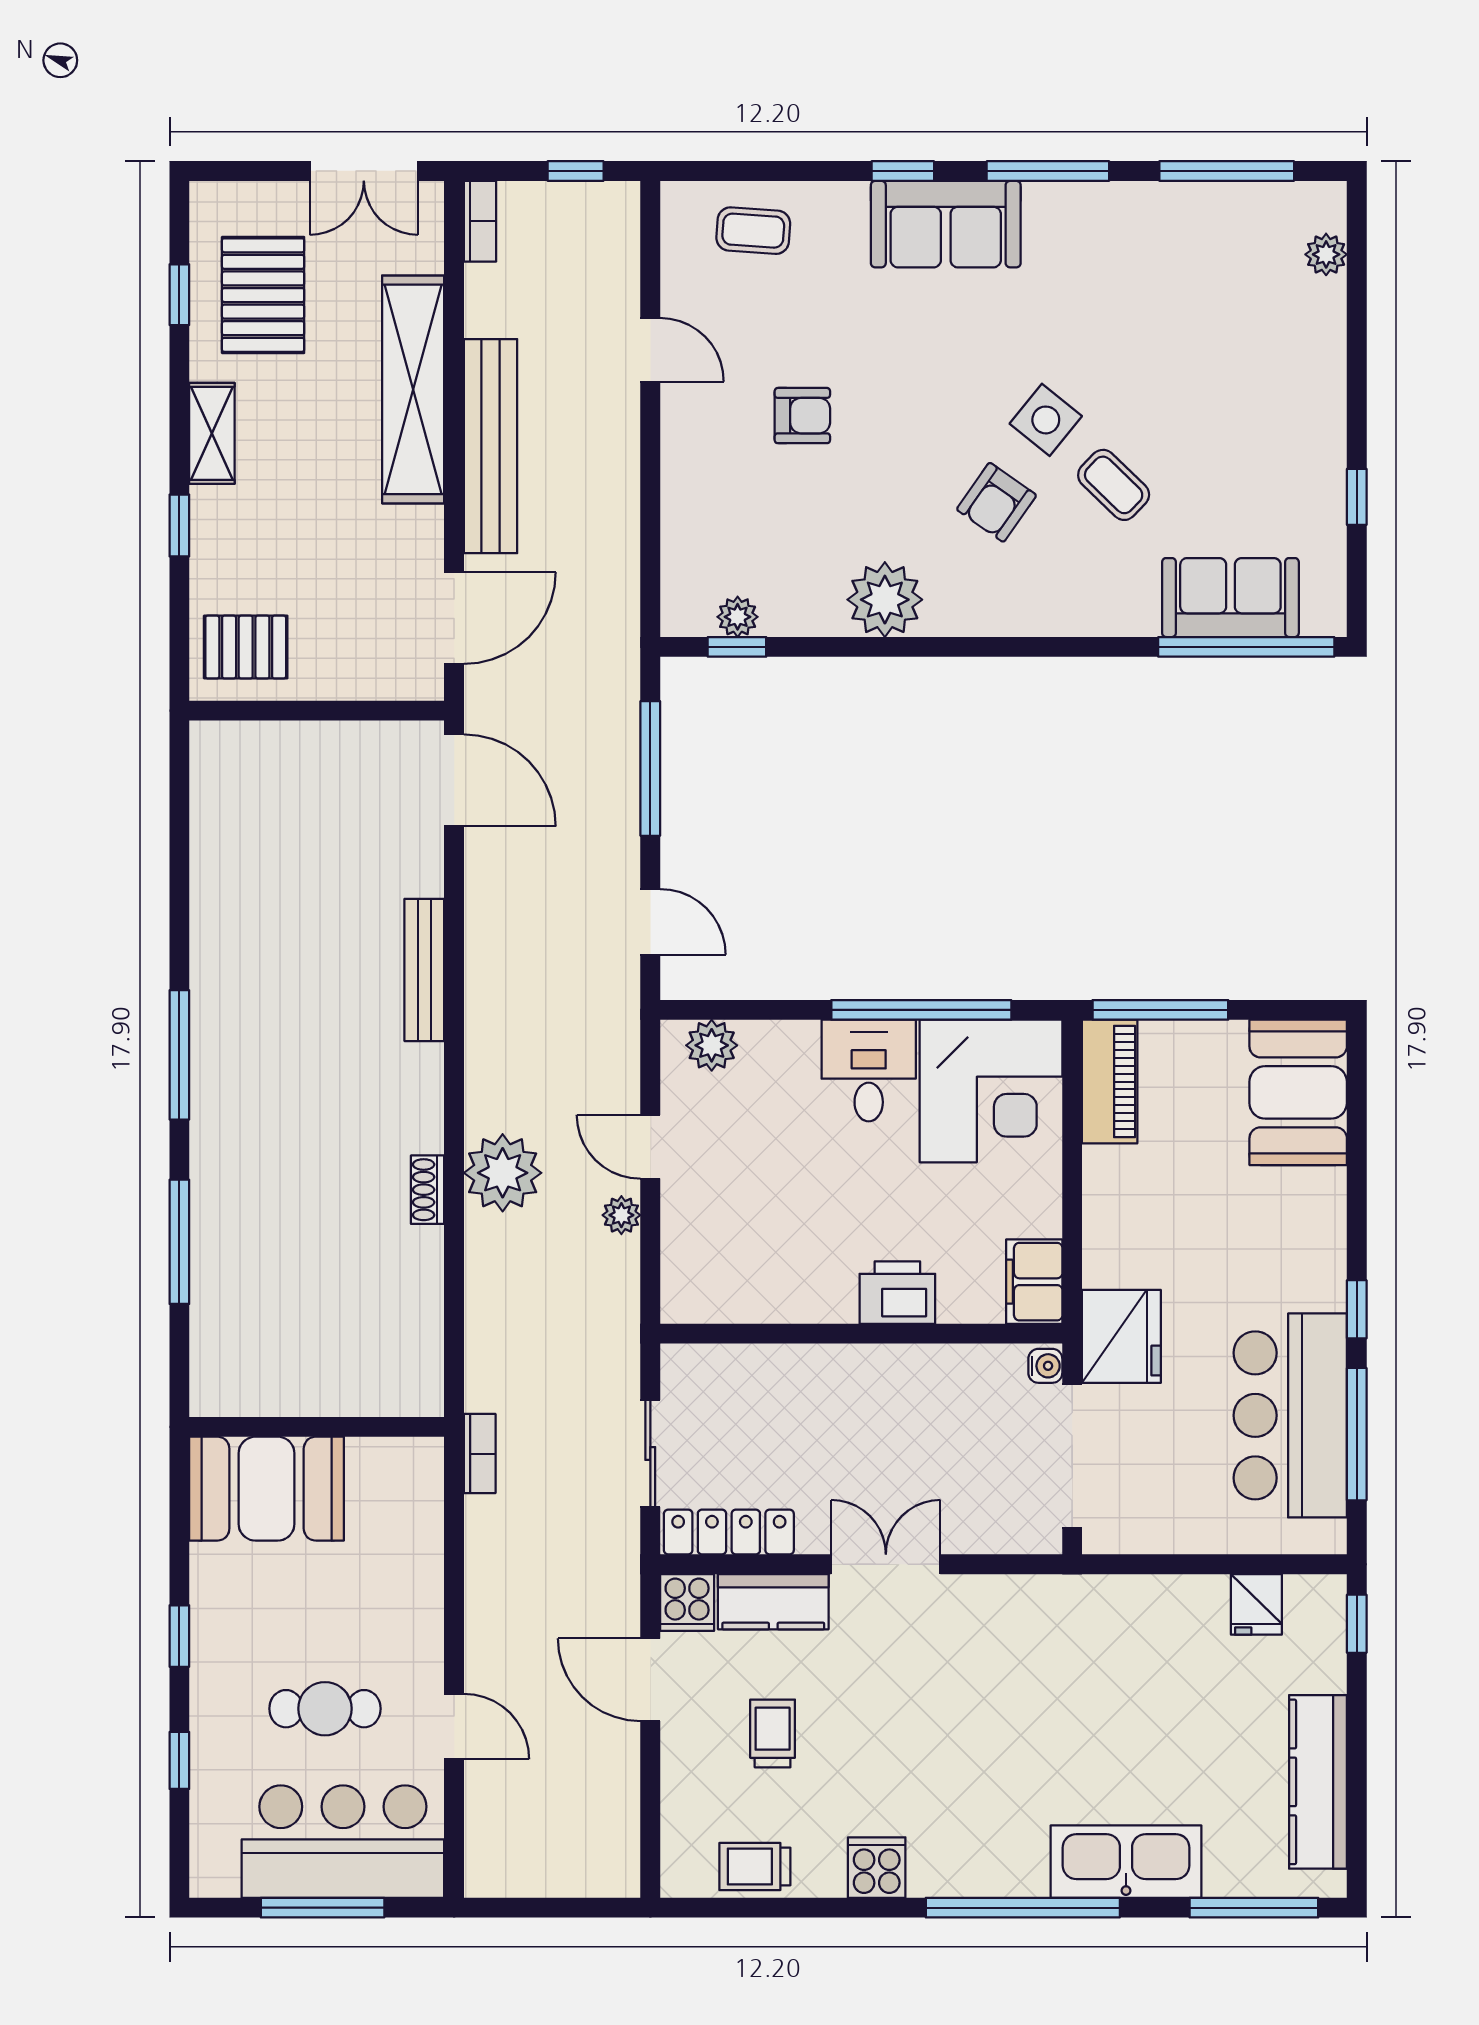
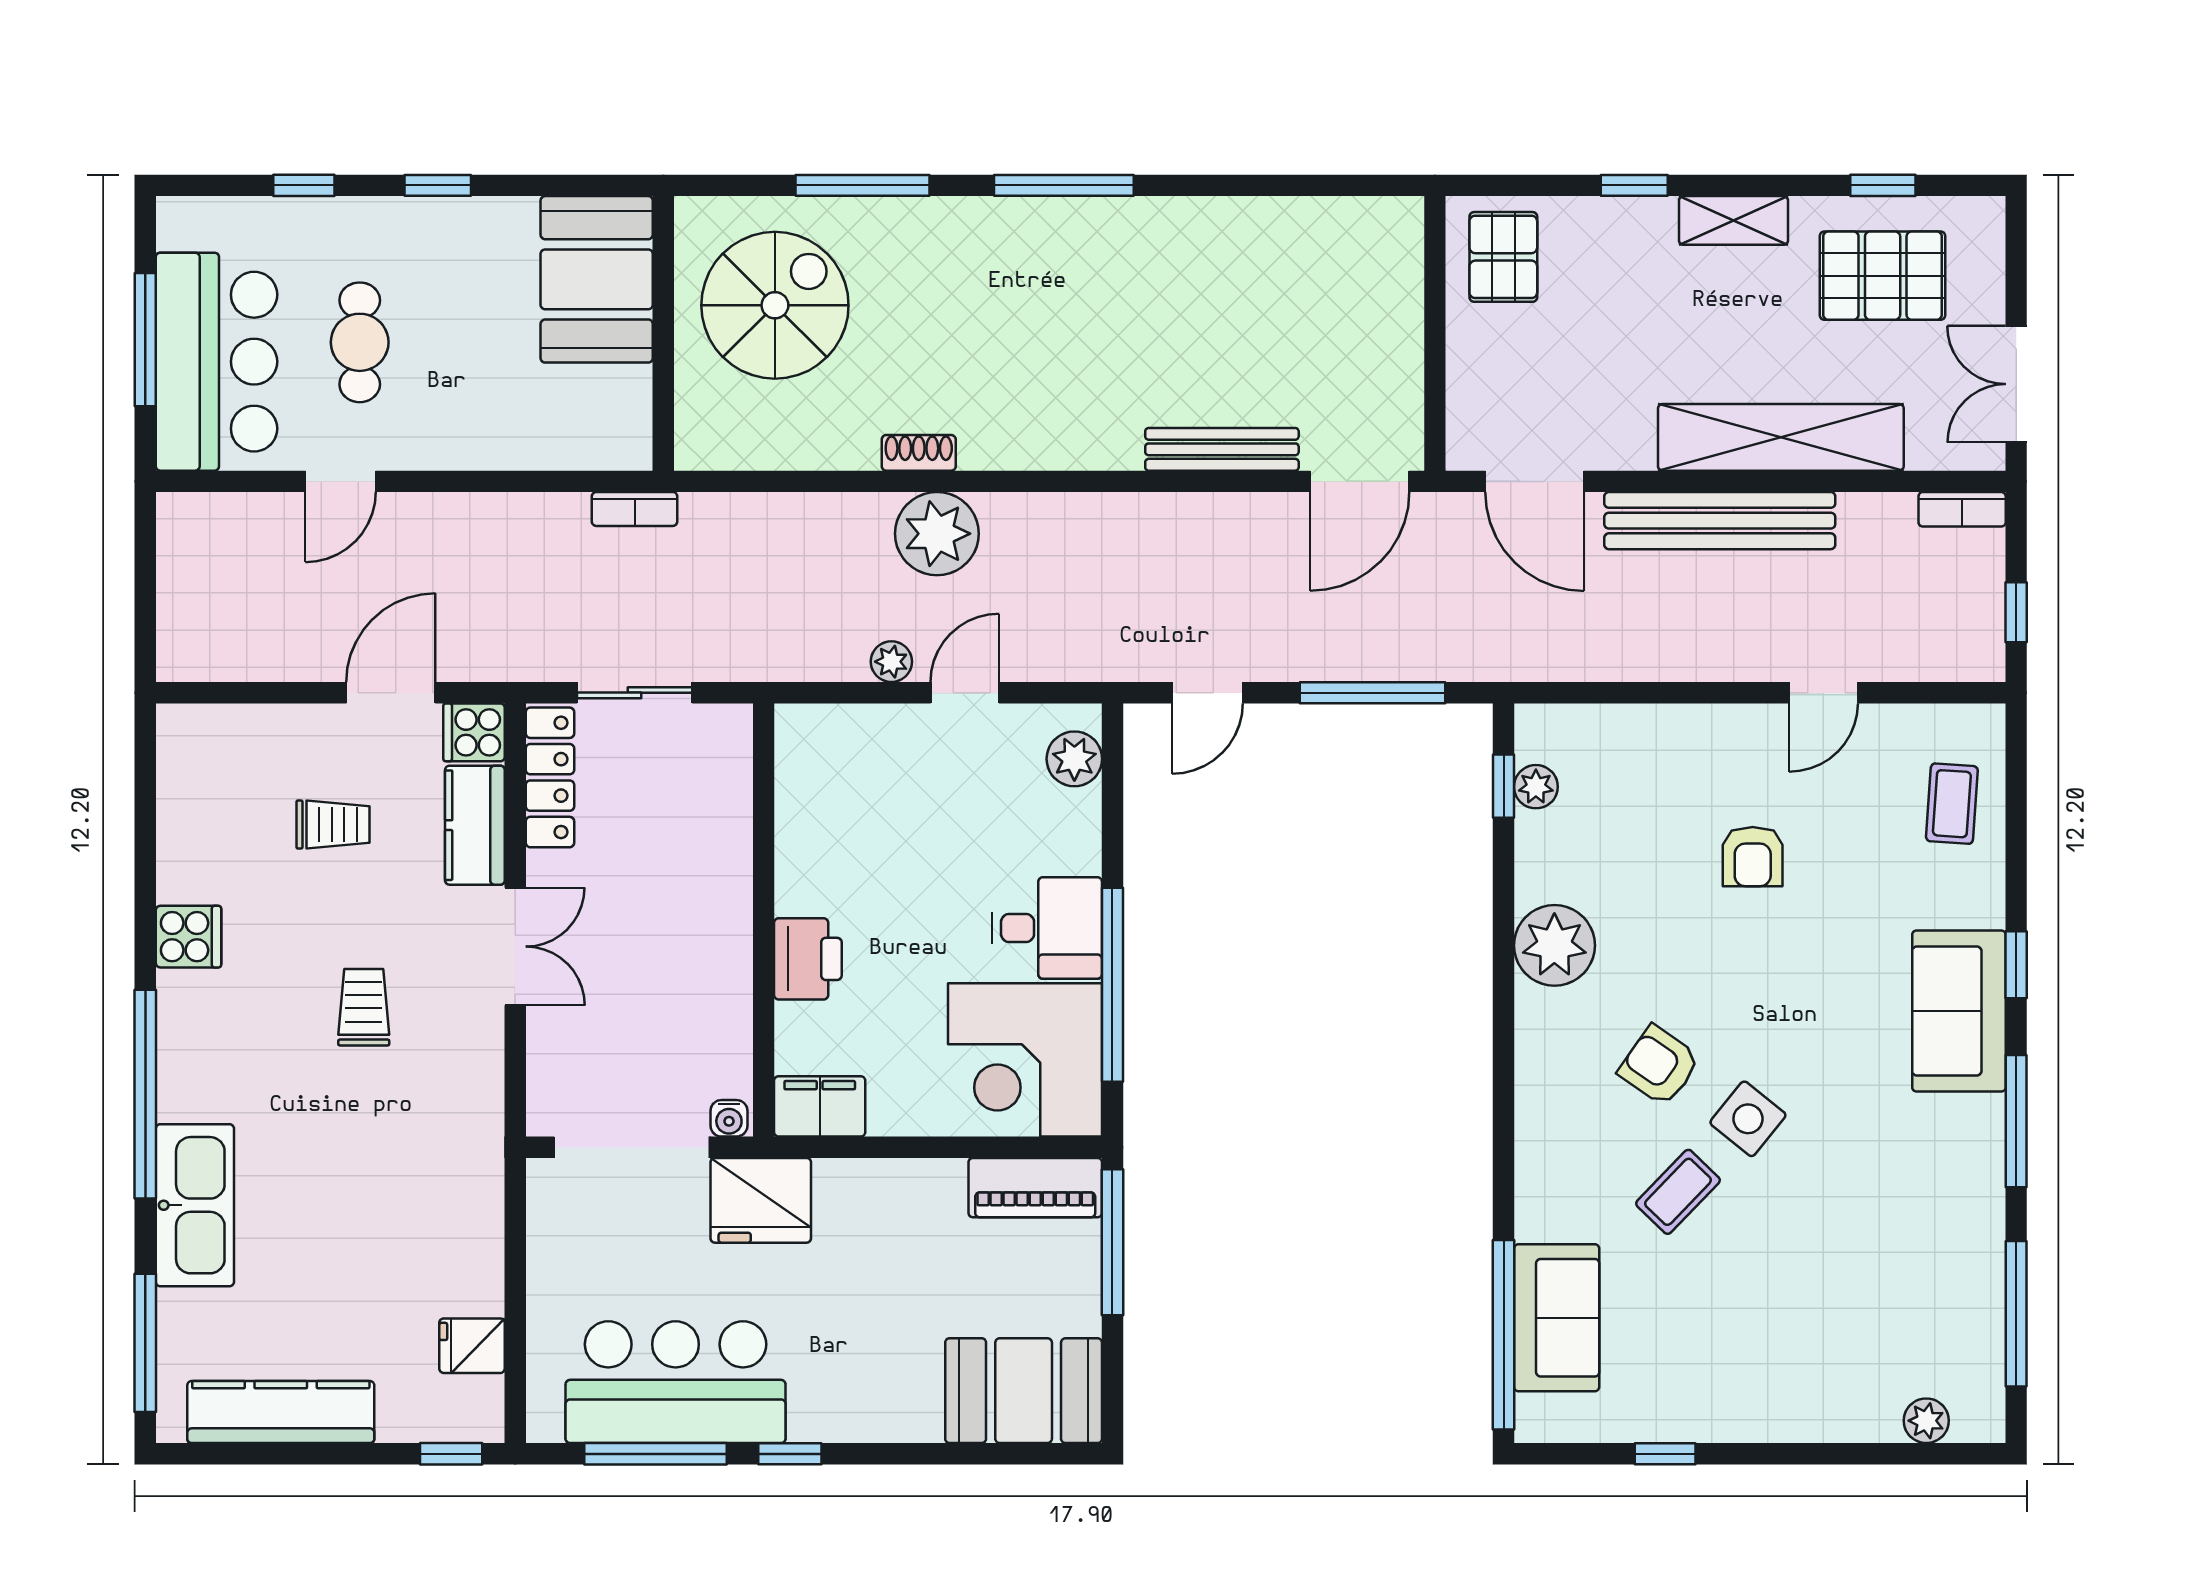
bench: (424, 970) -> (1222, 449), moved
spiral stairs: (291, 1323) -> (775, 305), added
trolley: (755, 1866) -> (364, 1007), moved

